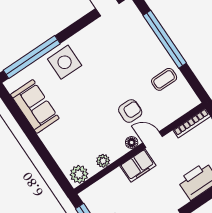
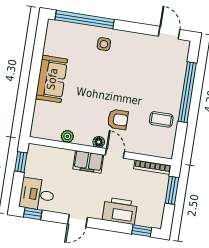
side table: (65, 62) -> (104, 44), width x0.54, depth x0.54
sofa: (35, 106) -> (52, 79), moved
plant: (79, 174) -> (42, 130), removed

